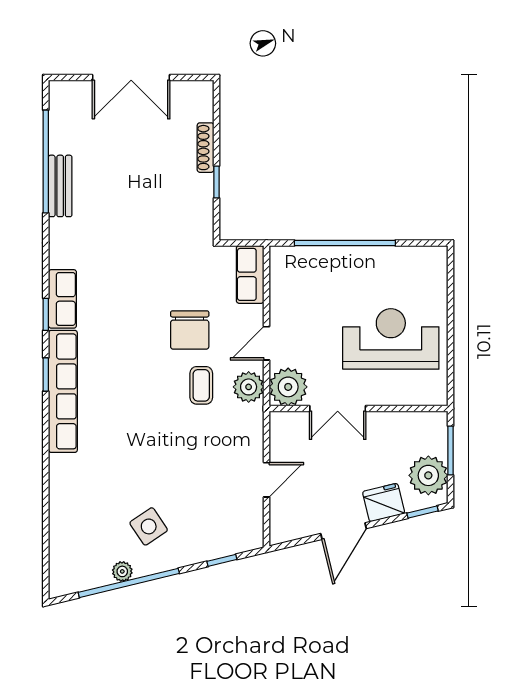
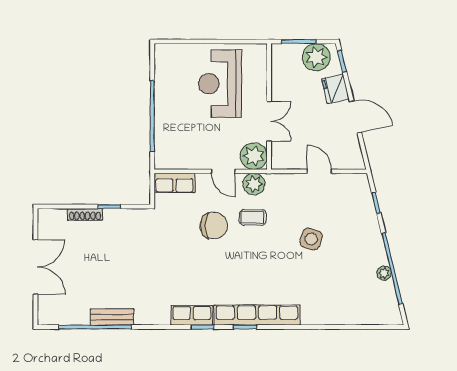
side table: (149, 526) -> (311, 239), moved, turned -38

